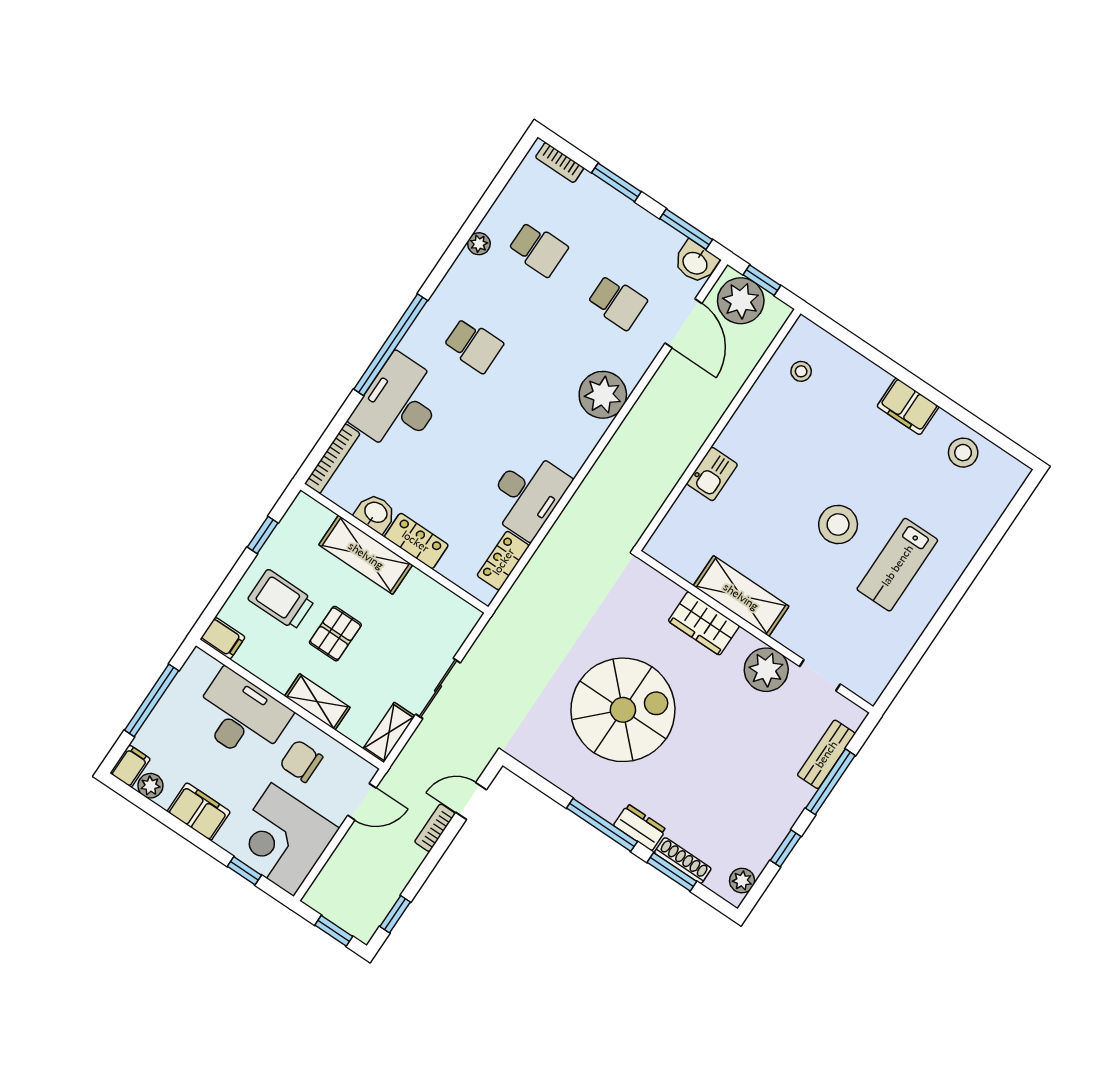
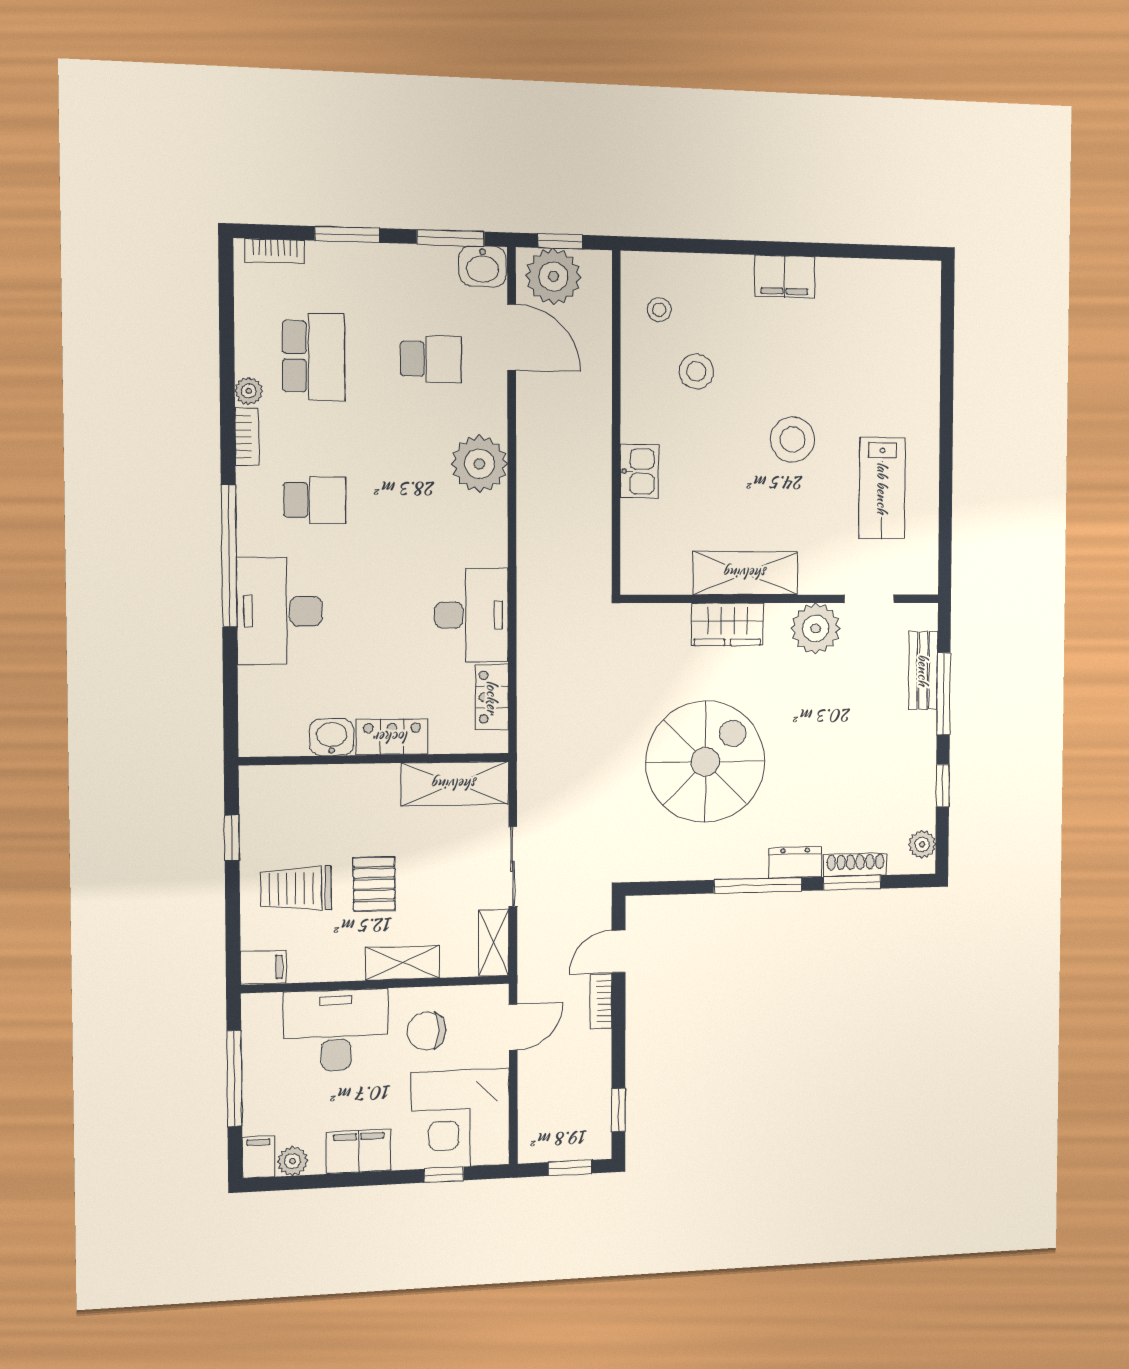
school desk: (538, 249) -> (314, 357), width x1.85
stool: (963, 453) -> (696, 371), moved
bookcase: (332, 459) -> (247, 437), moved, width x0.64
shelving: (366, 555) -> (455, 784), moved
lab bench: (897, 565) -> (882, 488), moved

